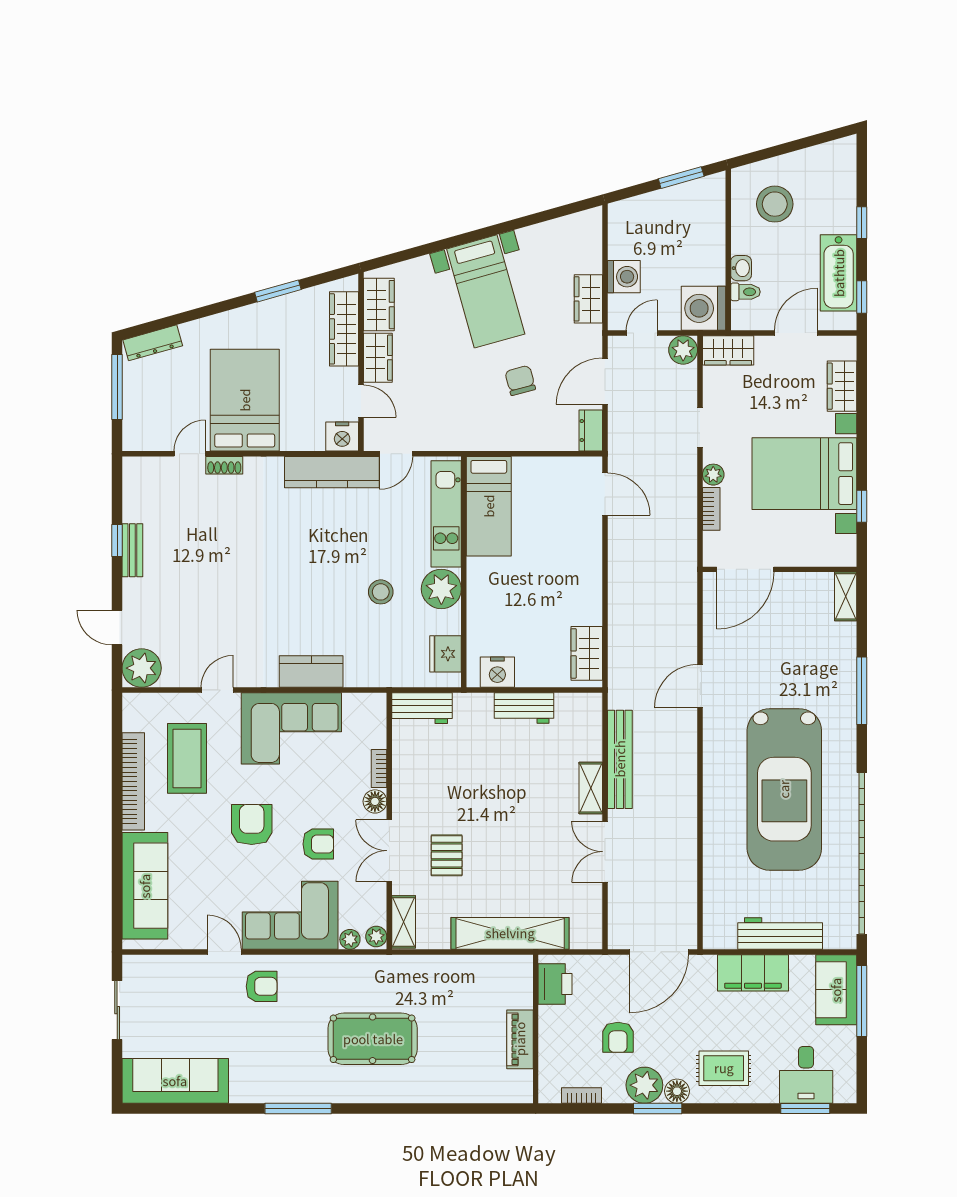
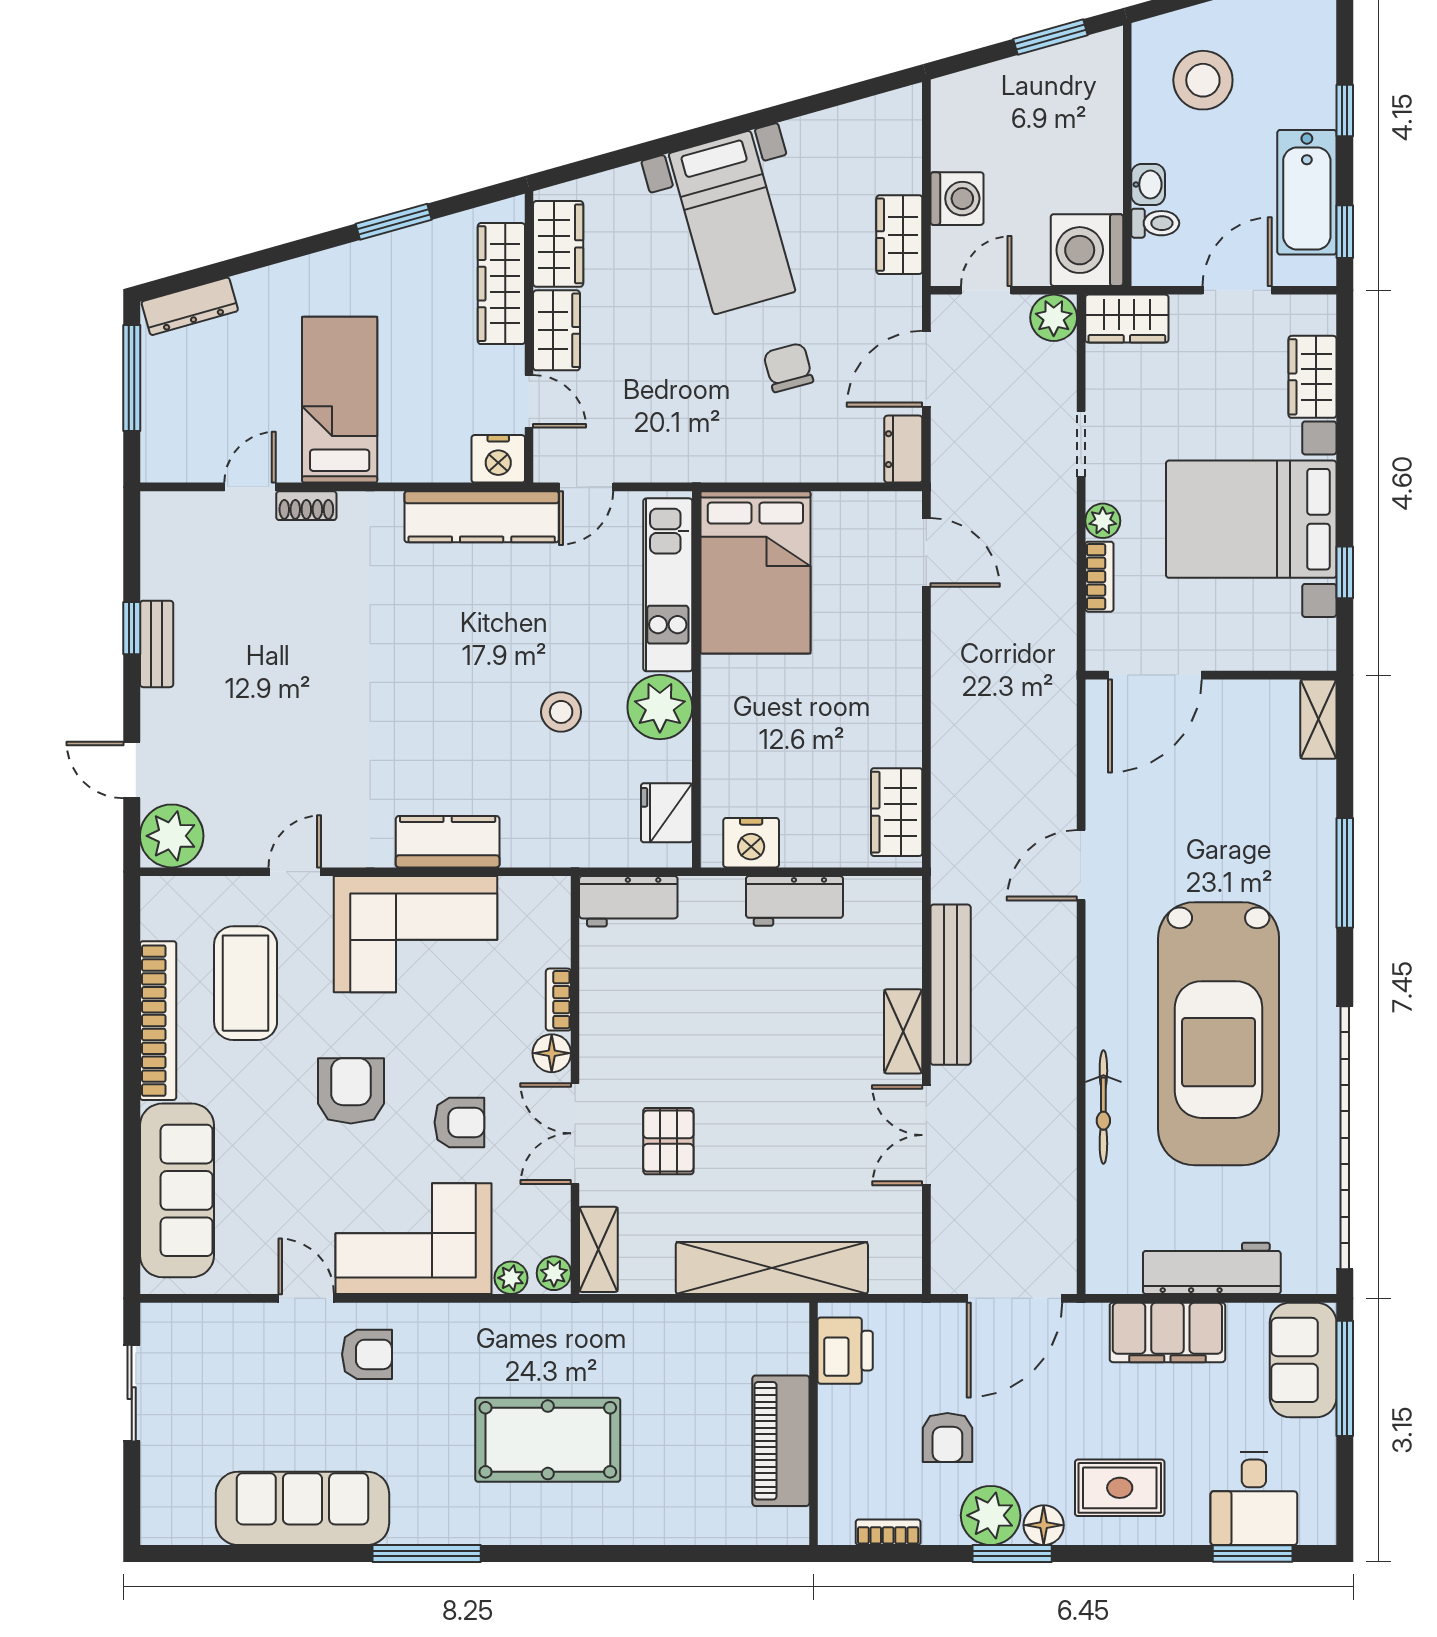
bed: (245, 400) -> (340, 400), width x0.67
bed: (489, 506) -> (755, 572), width x1.50
bicycle: (714, 834) -> (1103, 1107), added
piano: (520, 1039) -> (781, 1441), width x1.37, depth x1.33
sofa: (175, 1081) -> (302, 1508), moved

